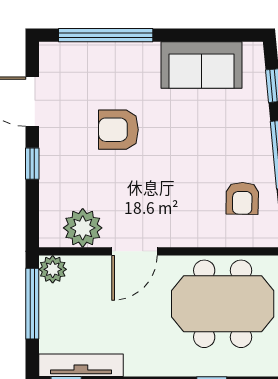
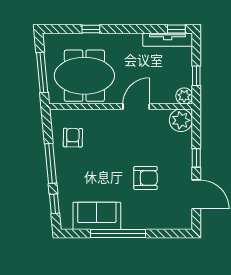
window: (106, 35) -> (118, 234), moved
plant: (83, 228) -> (181, 120), moved
window: (32, 304) -> (196, 76), width x0.46

